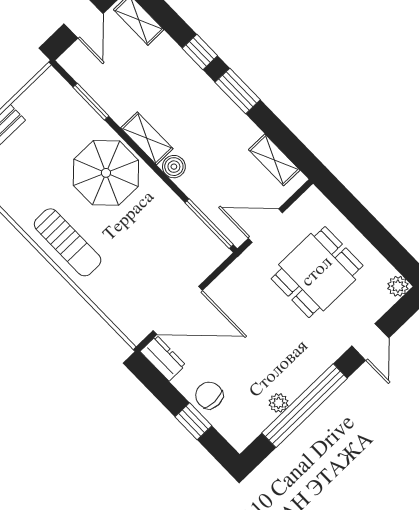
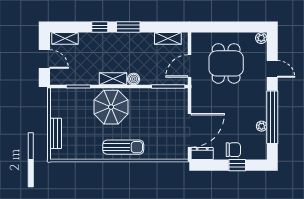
chair: (209, 395) -> (233, 150), turned 180

